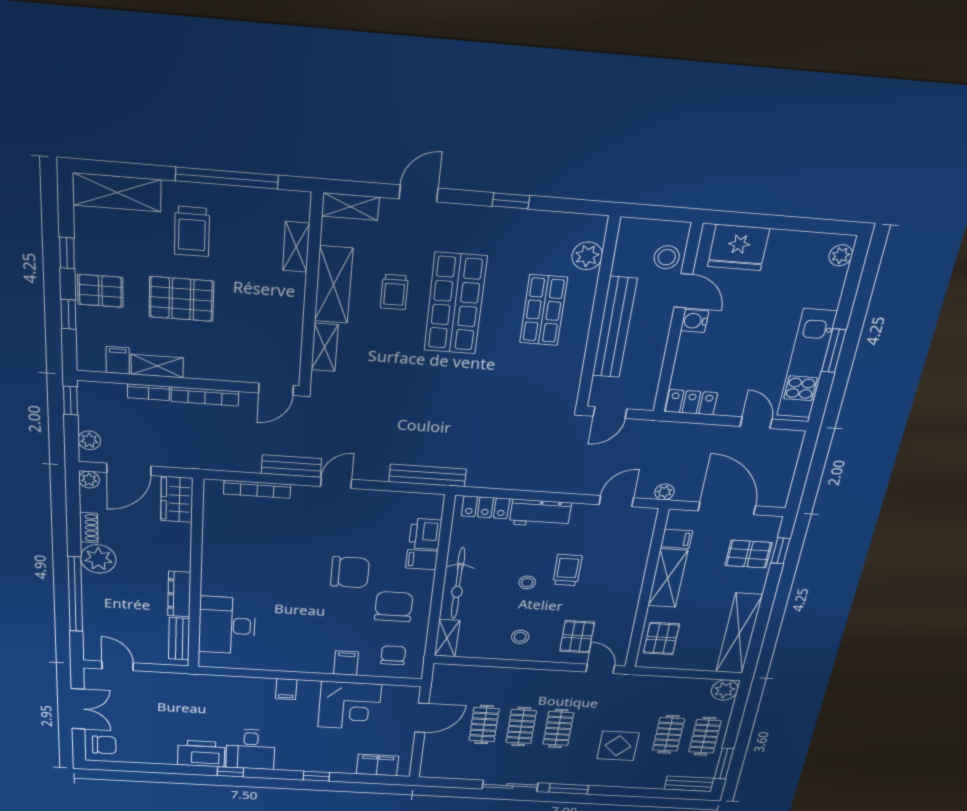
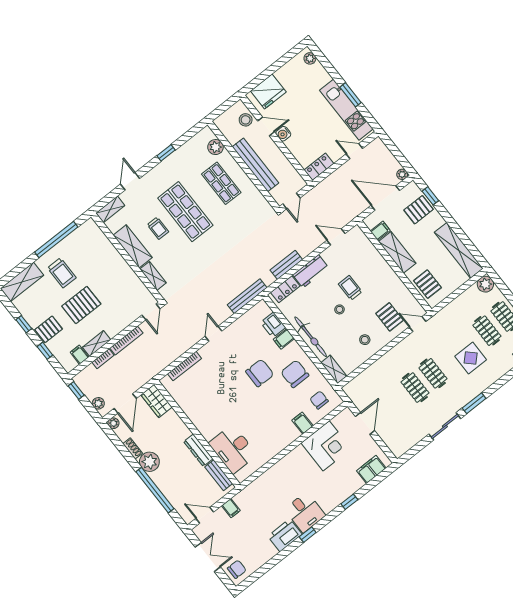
shelving: (296, 247) -> (105, 244), removed
bench: (291, 466) -> (286, 265), moved
plant: (664, 492) -> (402, 174), moved
door: (616, 501) -> (336, 237), hinge flipped
filing cabinet: (286, 689) -> (231, 508), moved
clothes rail: (484, 725) -> (397, 402), removed

